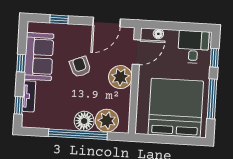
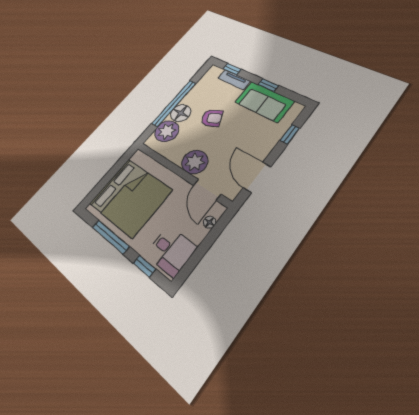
armchair: (80, 67) -> (212, 118), moved

